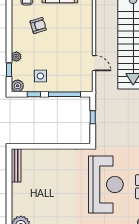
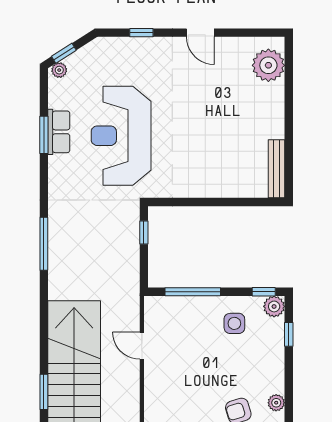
plant: (16, 57) -> (276, 403), moved
window: (34, 94) -> (264, 292), moved
window: (93, 117) -> (144, 233), moved

